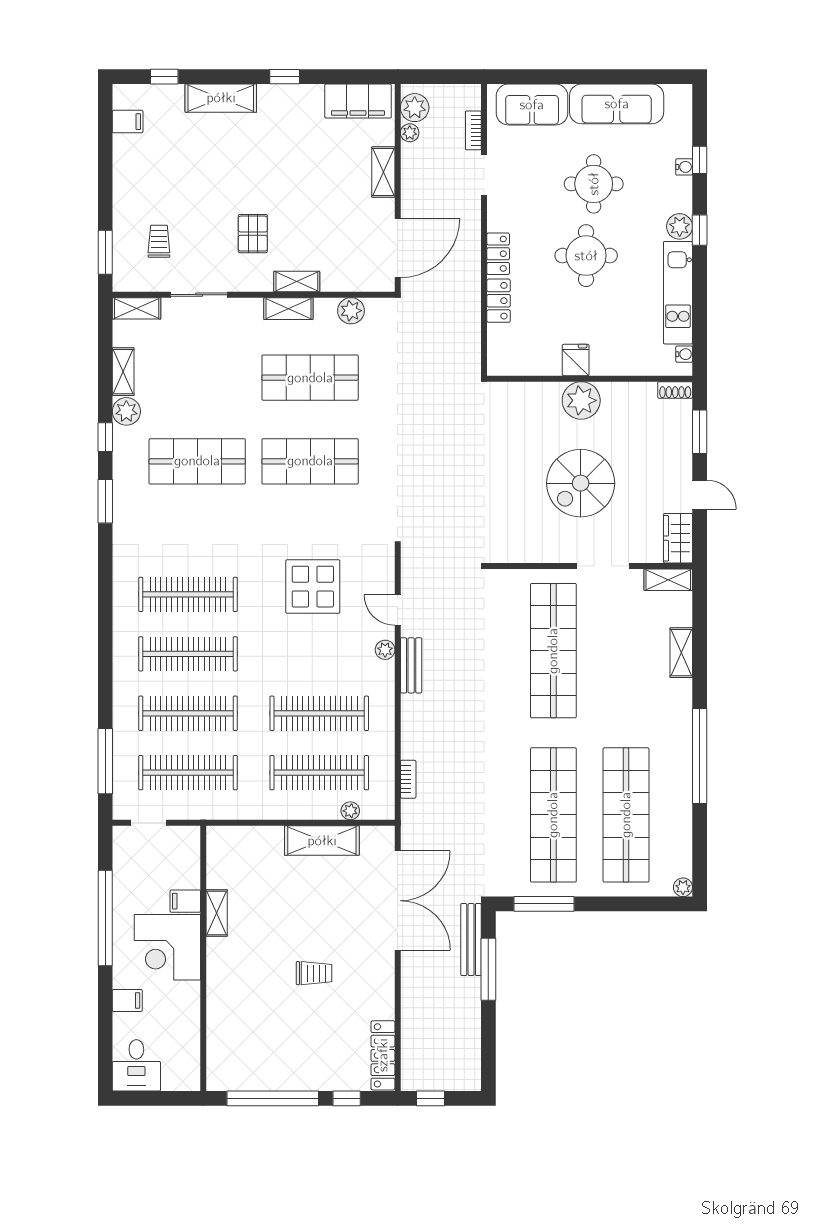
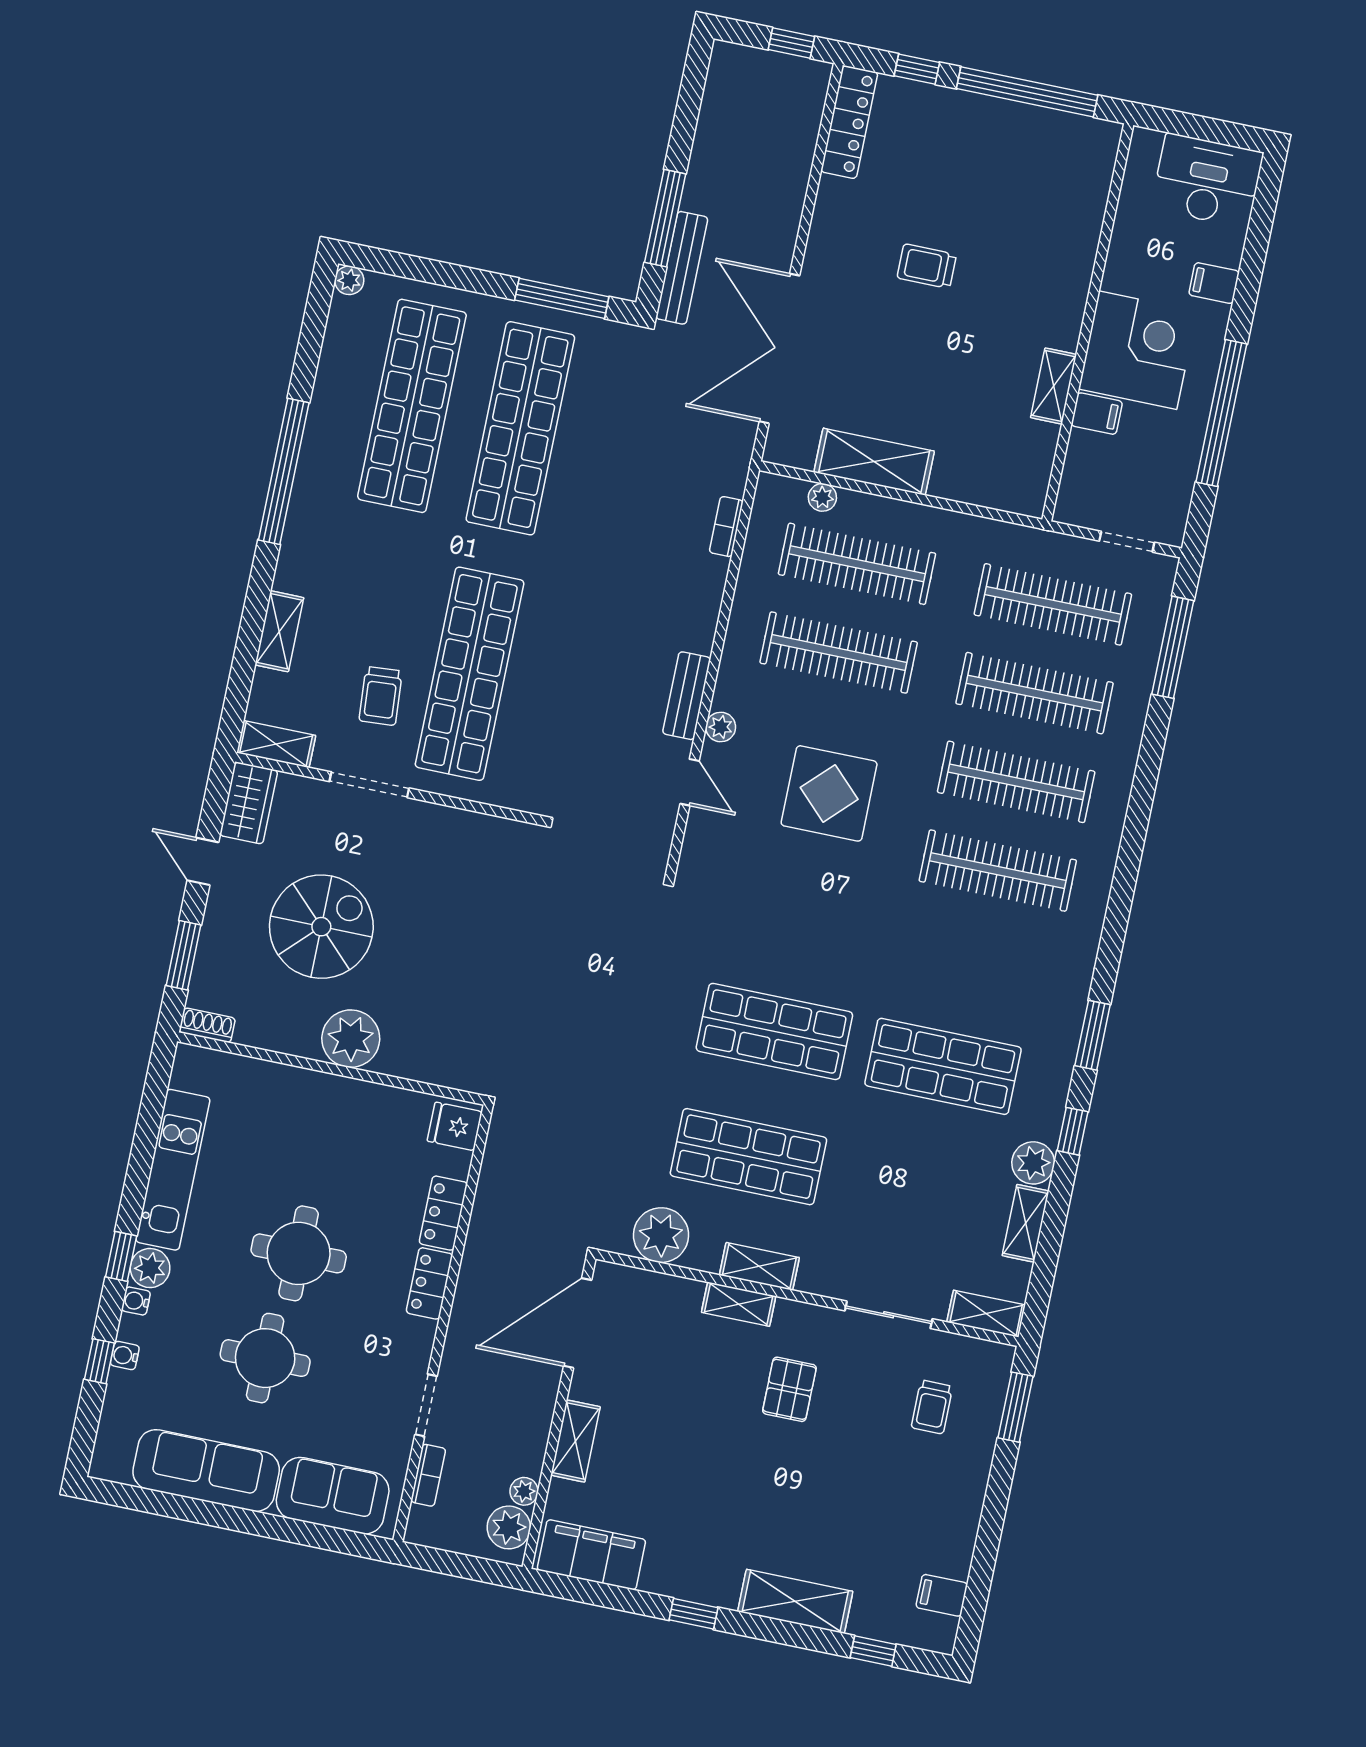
plant: (351, 311) -> (661, 1235), width x1.36, depth x1.36
water cooler: (684, 354) -> (136, 1301), moved
fridge: (576, 360) -> (455, 1126), moved, turned 90
spiral stairs: (581, 483) -> (321, 927), moved
display table: (313, 587) -> (829, 793), moved
trolley: (608, 625) -> (381, 696), added
desk: (136, 1065) -> (1207, 181), width x1.37

